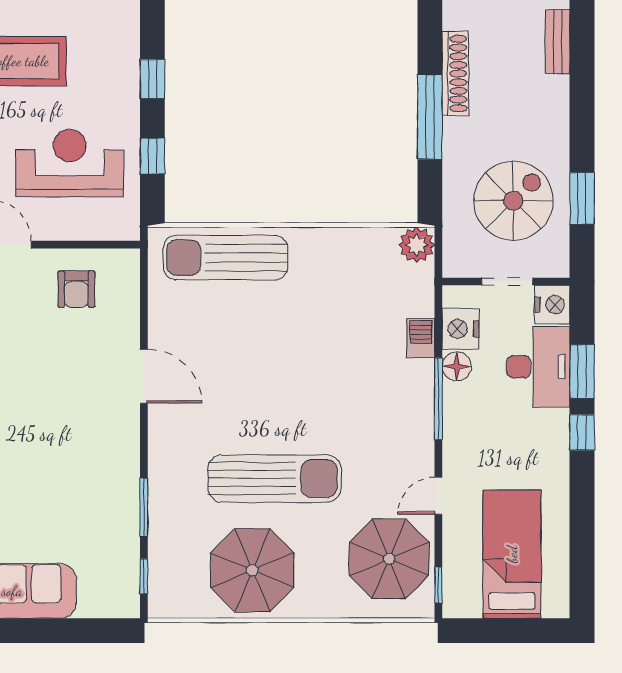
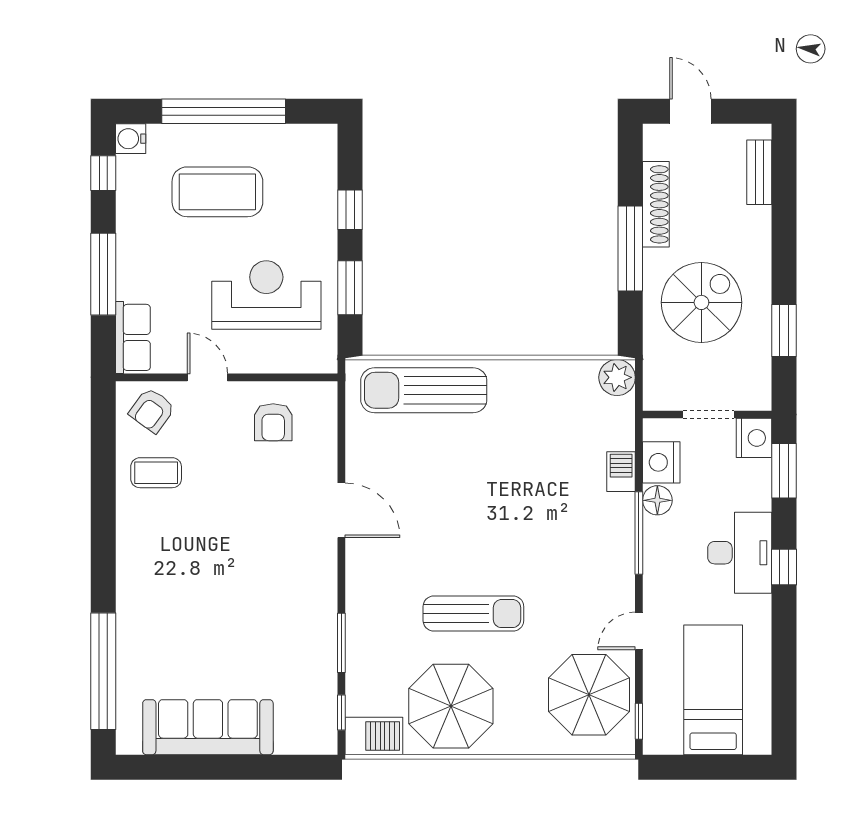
window: (152, 156) -> (350, 288), width x1.50
spiral stairs: (513, 201) -> (701, 302), moved
desk: (538, 367) -> (740, 553), moved
window: (582, 371) -> (784, 471), moved
sun lounger: (275, 479) -> (473, 614), width x0.73, depth x0.75
barbecue: (176, 600) -> (374, 736), added

